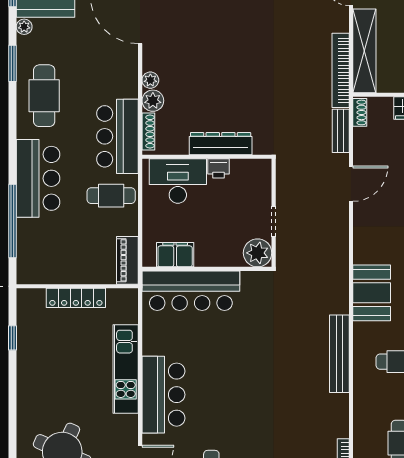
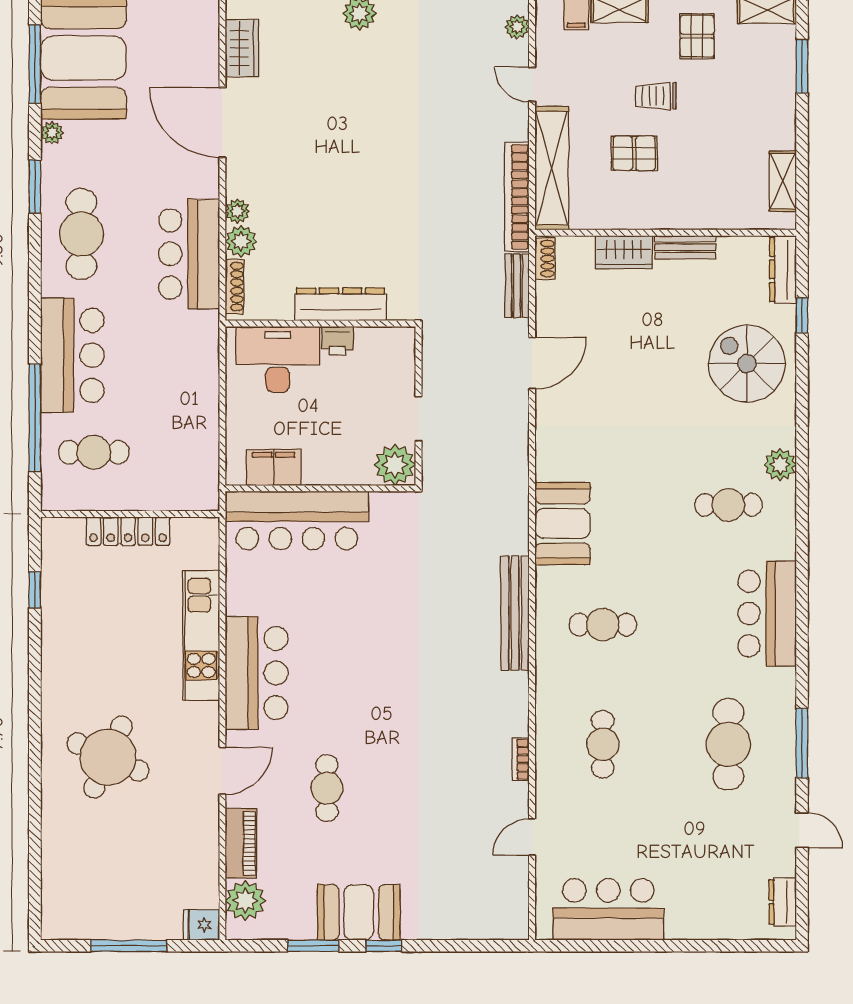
bar counter: (117, 136) -> (189, 254), moved
cafe table: (111, 196) -> (94, 452), moved
piano: (127, 260) -> (204, 476), removed

